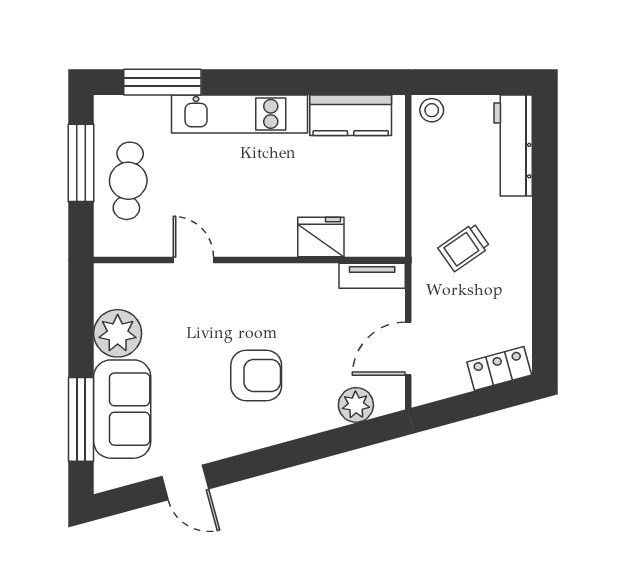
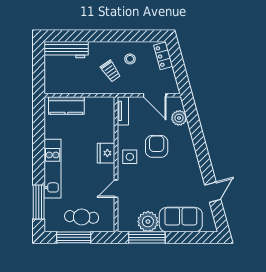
stool: (432, 110) -> (130, 59), moved
kitchen counter: (351, 115) -> (66, 105), moved, turned 90
fridge: (321, 237) -> (106, 153), moved
side table: (267, 292) -> (130, 157), added
armchair: (256, 376) -> (157, 146), moved
window: (81, 419) -> (147, 237), moved

